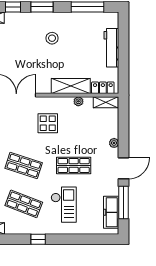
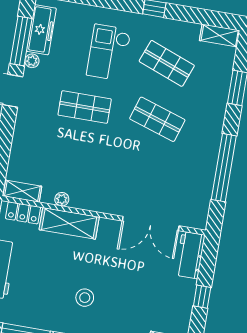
display table: (48, 123) -> (112, 175), removed
plant: (114, 143) -> (32, 61), moved

